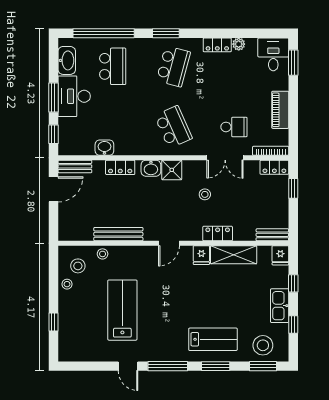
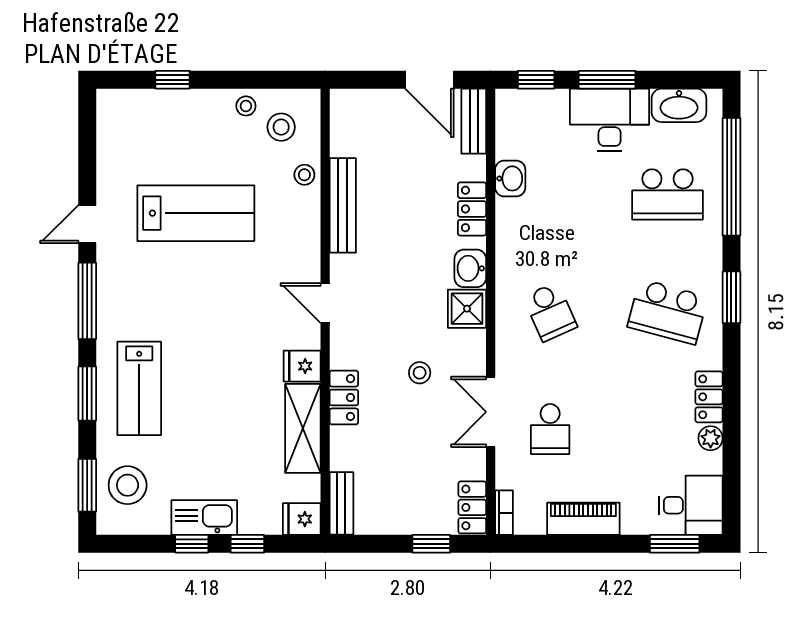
school desk: (173, 127) -> (550, 312), width x0.54
bookcase: (271, 151) -> (504, 513), width x0.64
window: (293, 325) -> (192, 544), moved

